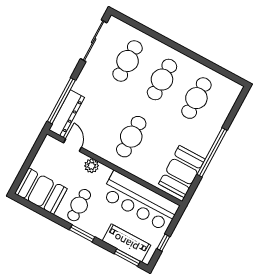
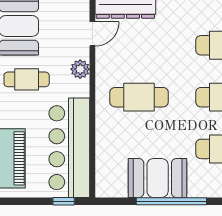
booth: (182, 172) -> (158, 178), moved
window: (163, 243) -> (64, 201), moved

